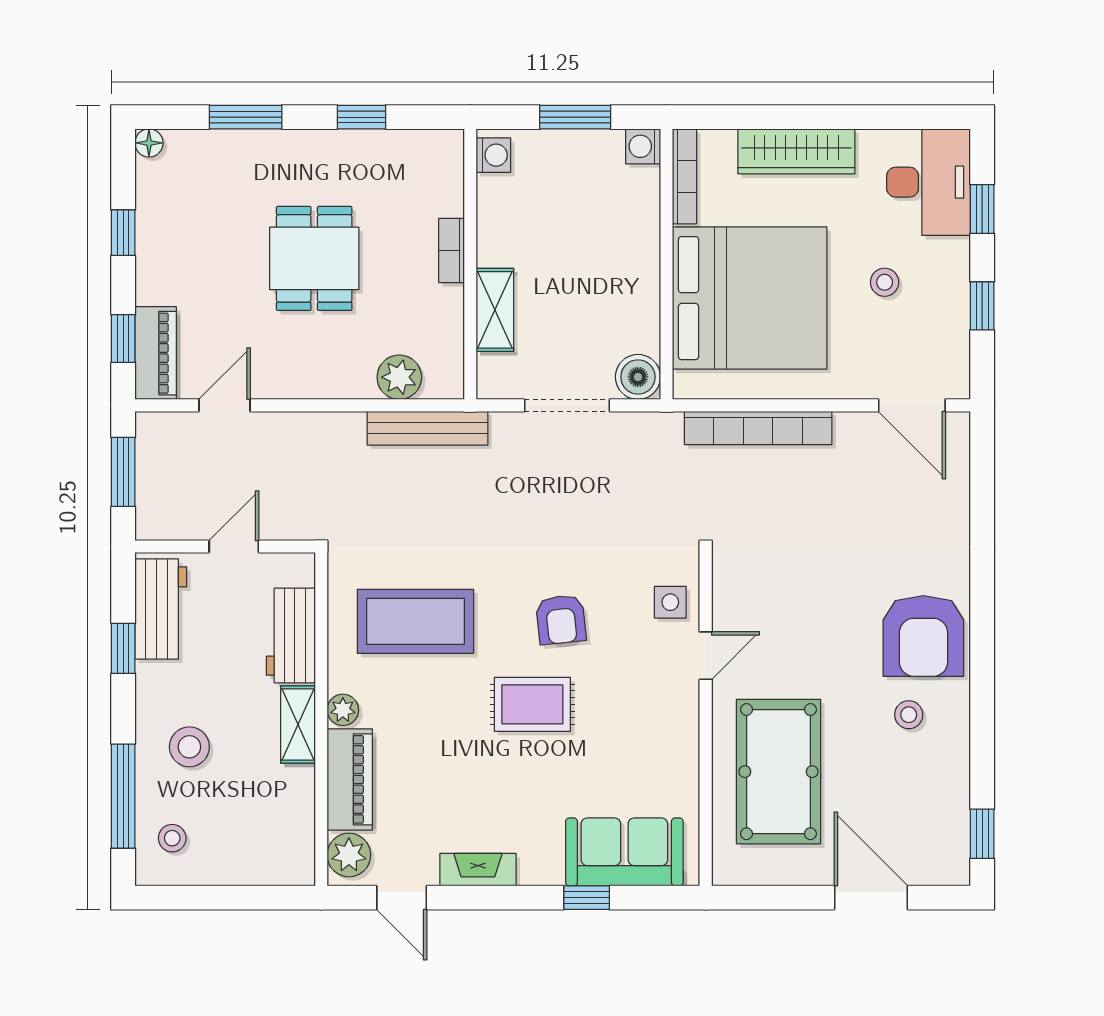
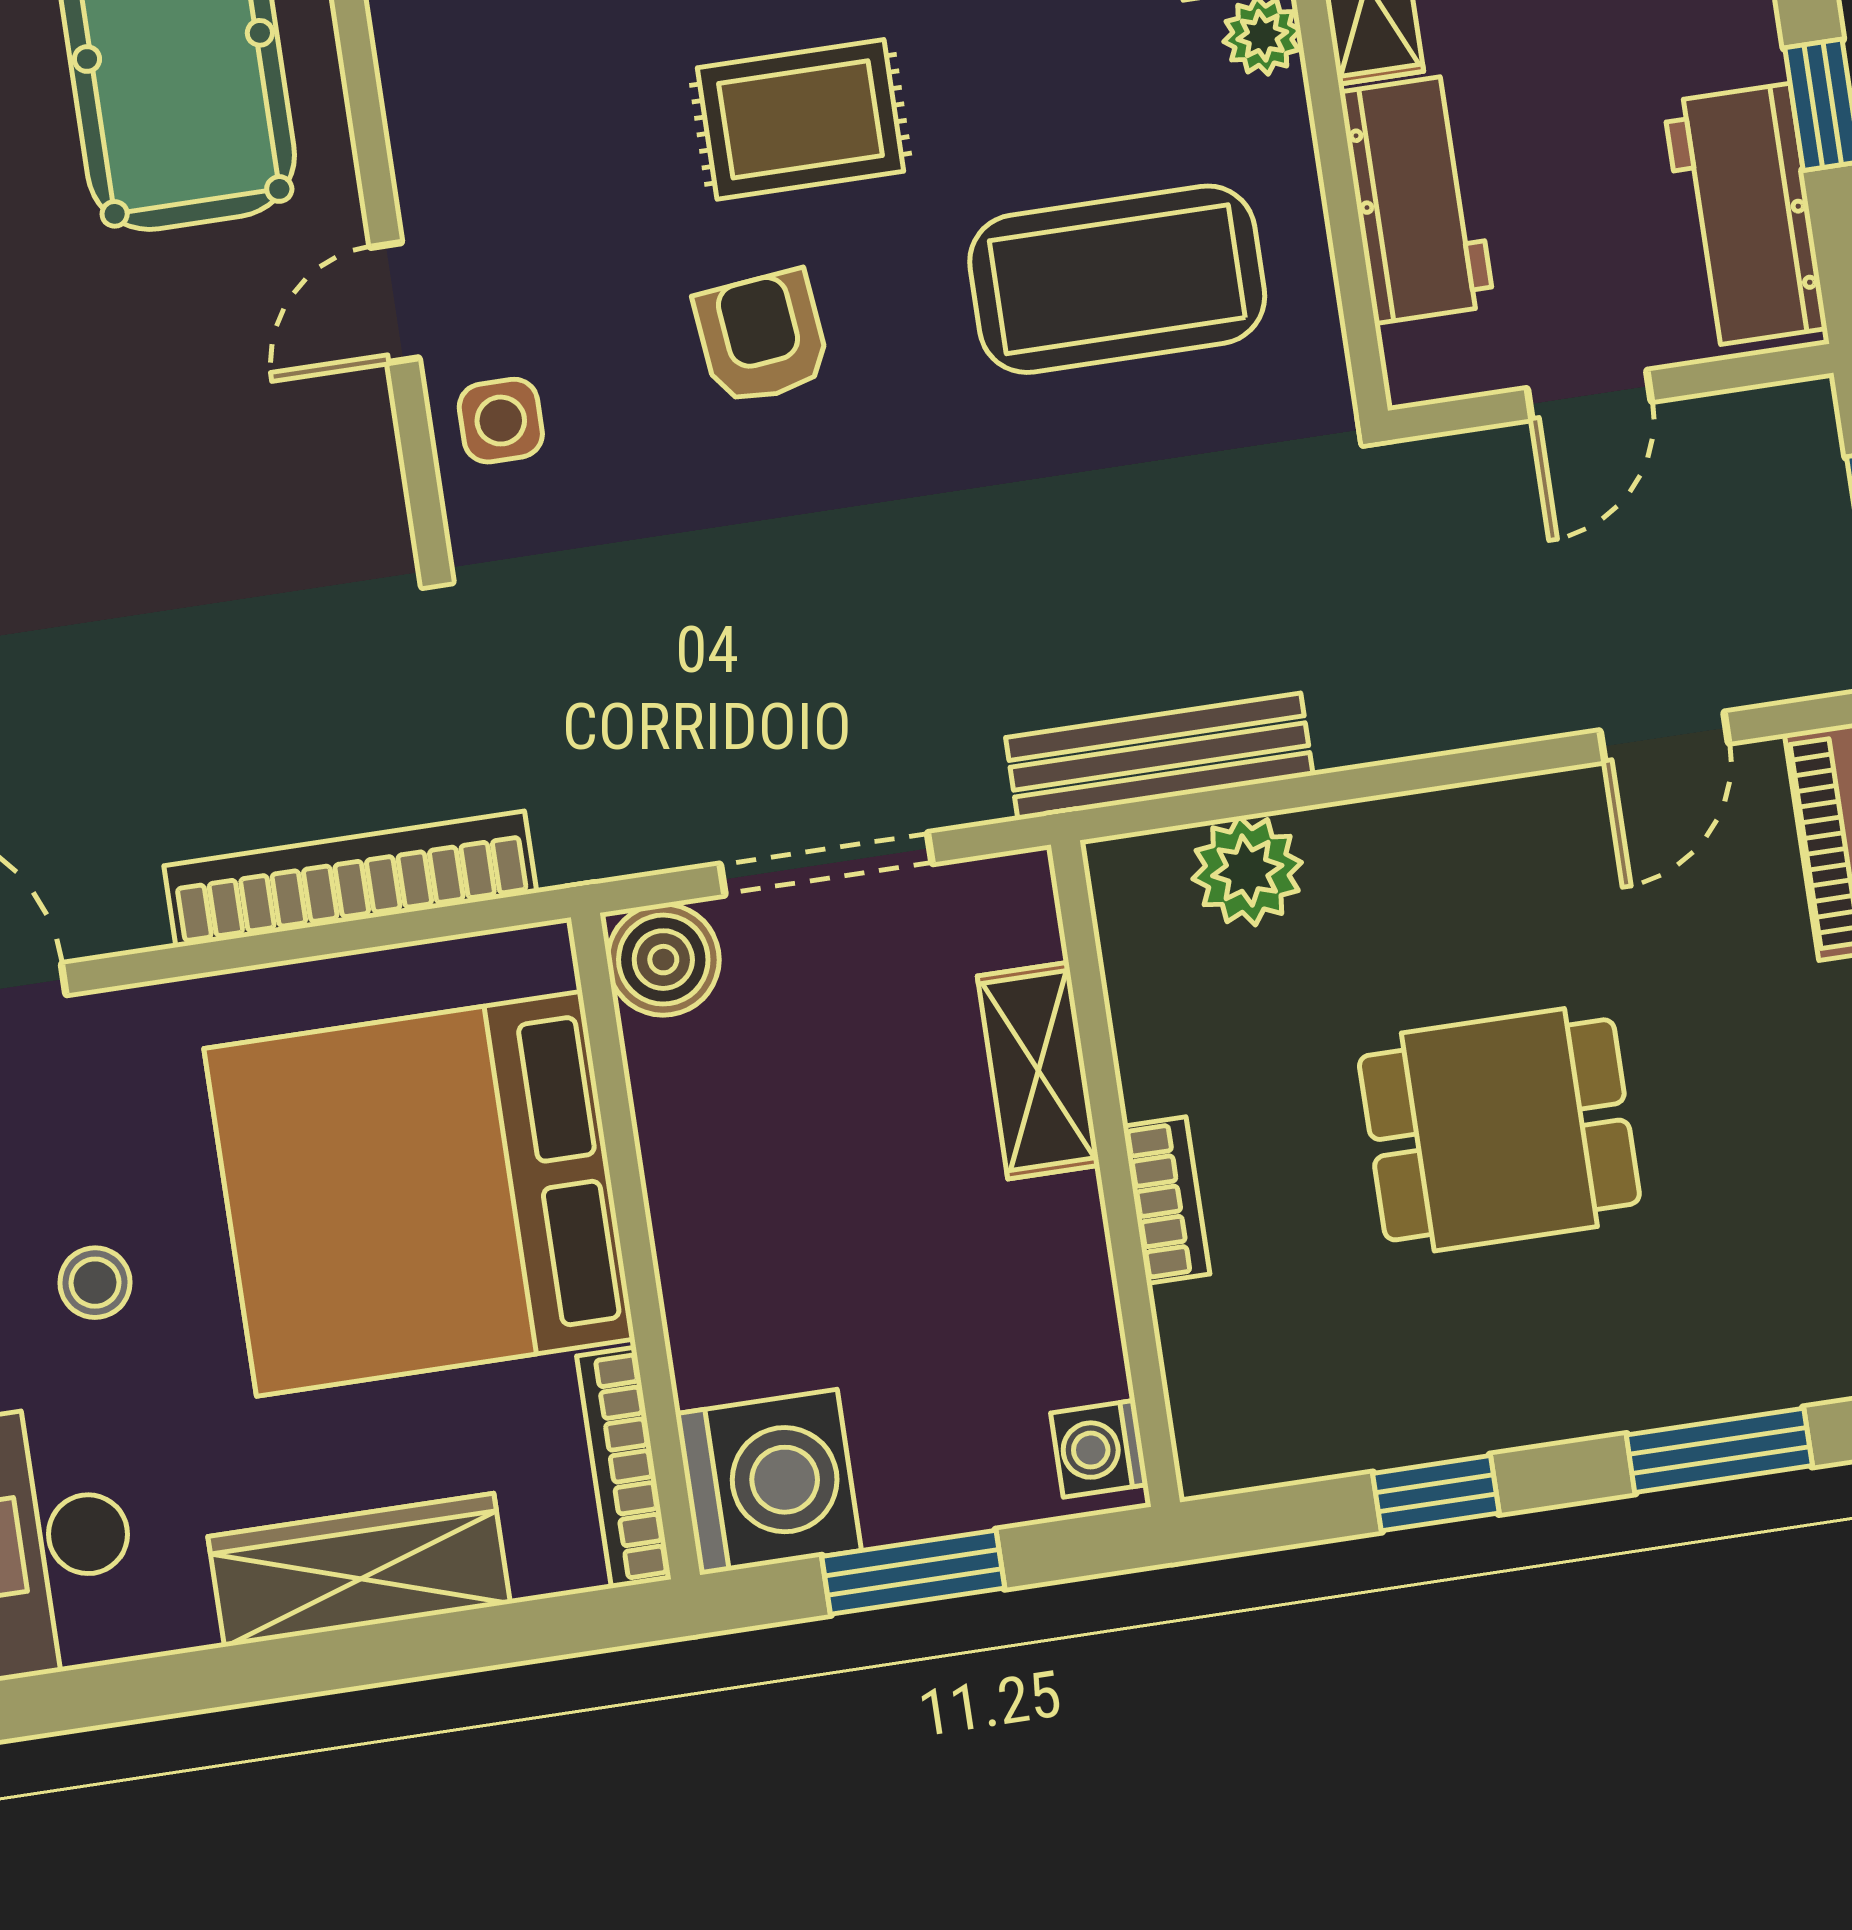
washing machine: (643, 146) -> (768, 1482), width x1.89, depth x1.89
dining table: (314, 258) -> (1499, 1130), turned 90

